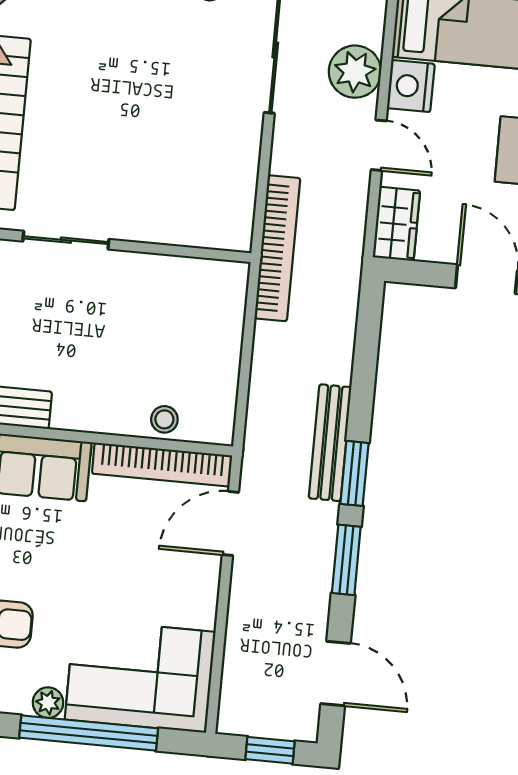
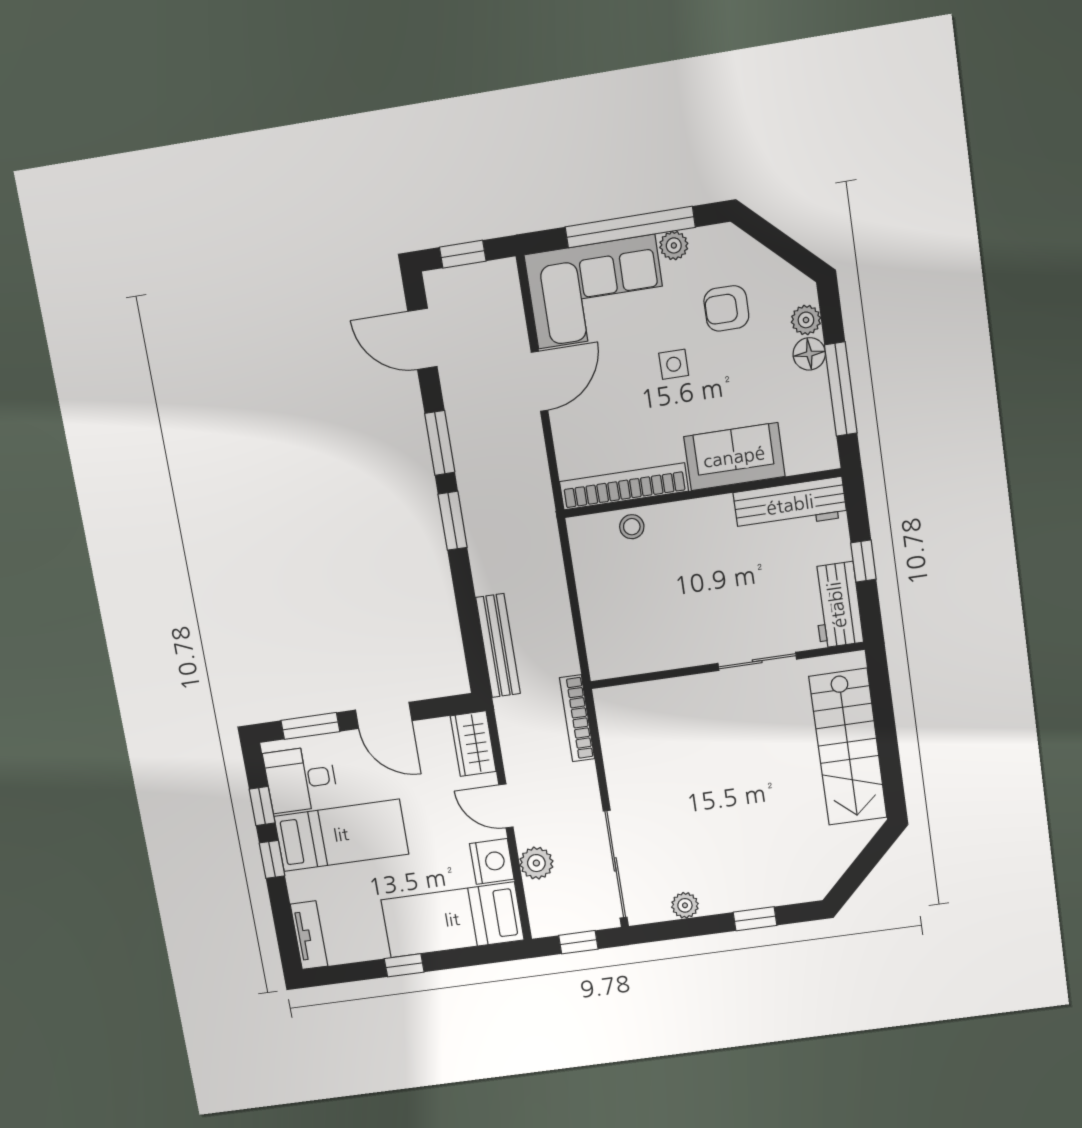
plant: (355, 72) -> (536, 863), width x0.73, depth x0.73
bookcase: (277, 248) -> (577, 718), width x0.68, depth x0.76
bench: (330, 443) -> (498, 646), moved
door: (230, 523) -> (540, 381), moved
side table: (78, 580) -> (674, 364), added

